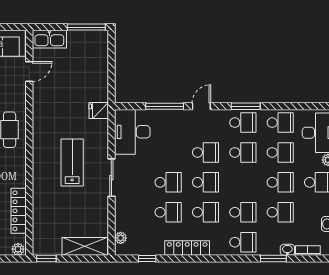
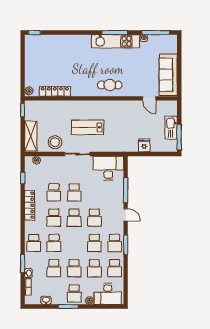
kitchen sink: (49, 39) -> (171, 128), moved
fridge: (99, 111) -> (144, 145), moved
lab bench: (72, 162) -> (88, 127), turned 180
stool: (94, 211) -> (55, 142), added

